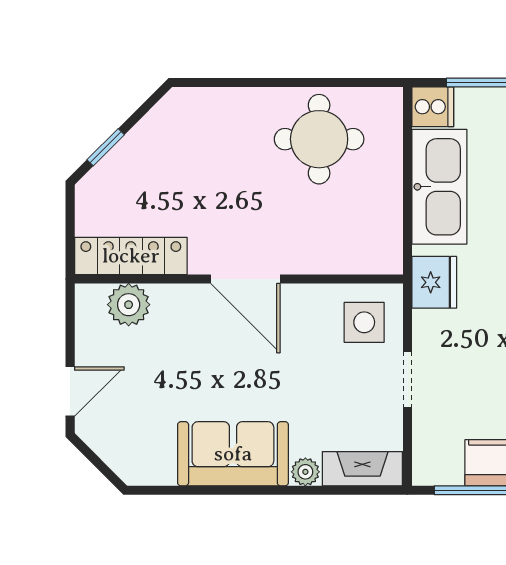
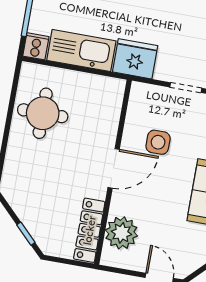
fridge: (434, 282) -> (135, 59), width x1.36, depth x1.34
plant: (129, 305) -> (121, 233), width x1.36, depth x1.36
side table: (364, 322) -> (158, 142), moved

